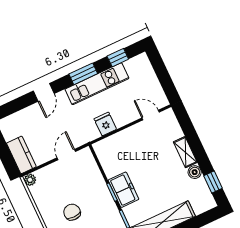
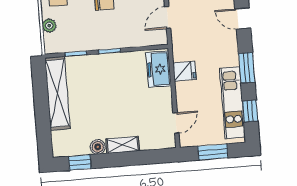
window: (163, 76) -> (213, 152), added
kitchen unit: (97, 84) -> (233, 103), moved
door: (66, 155) -> (168, 17), swing flipped
freezer: (123, 190) -> (159, 69), moved, turned 90

